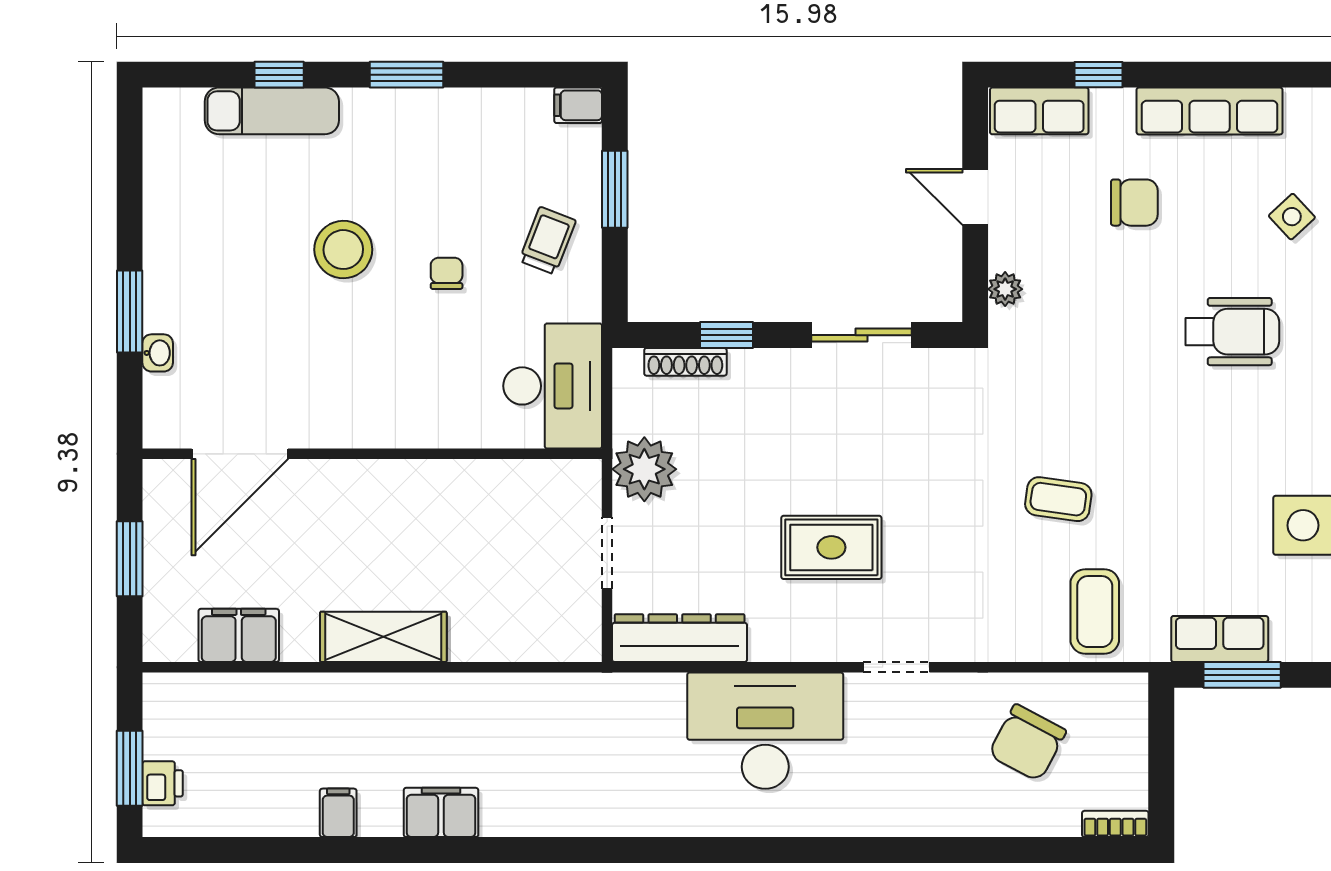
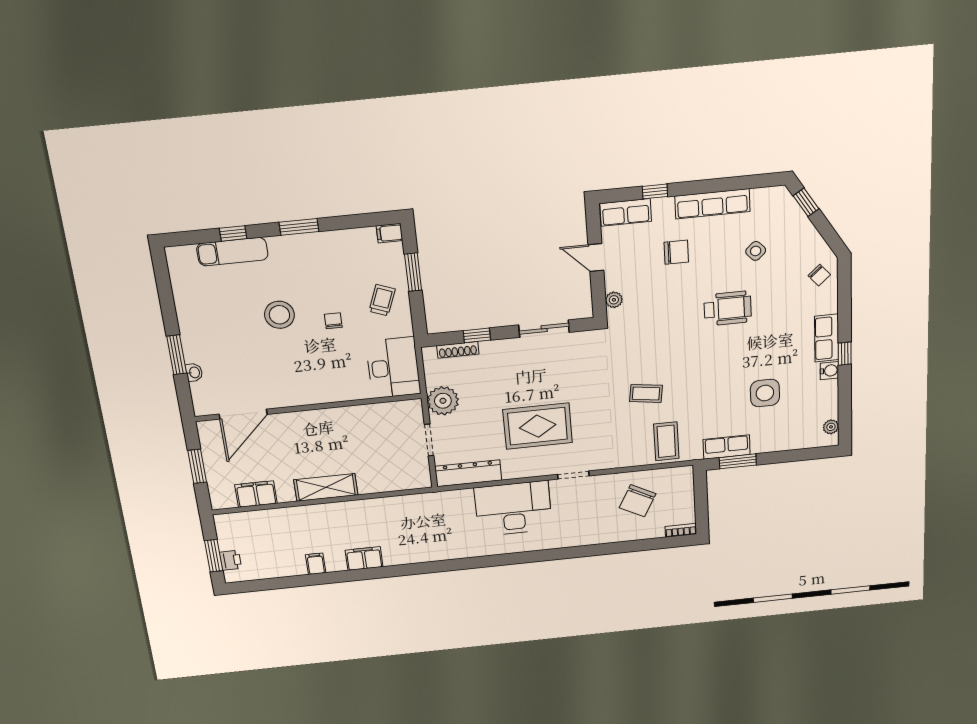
rug: (831, 547) -> (538, 426), width x1.36, depth x1.43

